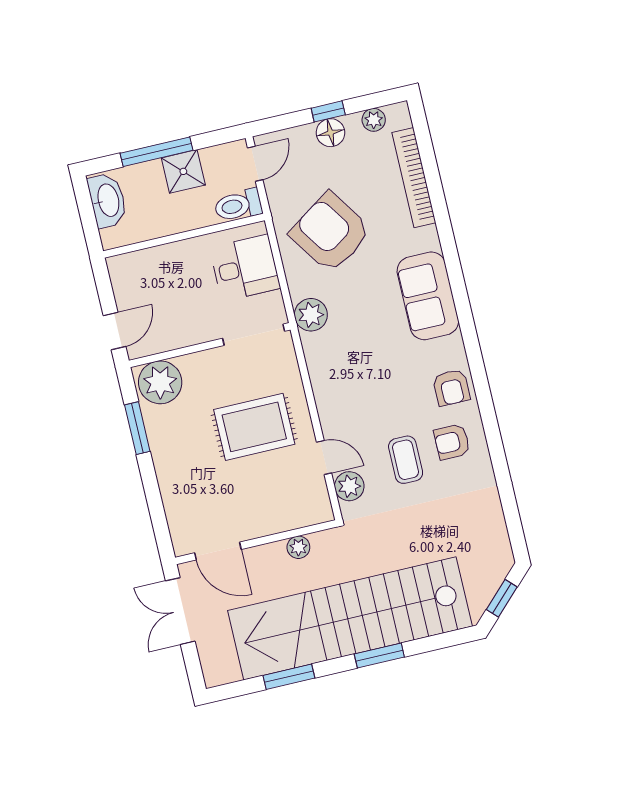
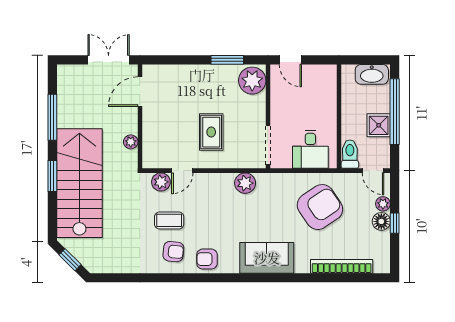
plant: (374, 120) -> (383, 204), moved
window: (156, 152) -> (395, 112), width x1.46
plant: (311, 315) -> (245, 183), moved
rug: (254, 427) -> (211, 132), width x0.73, depth x0.70
armchair: (452, 442) -> (173, 252), turned 96
stairs: (350, 618) -> (79, 183), width x0.73
window: (289, 677) -> (52, 117), width x1.44

